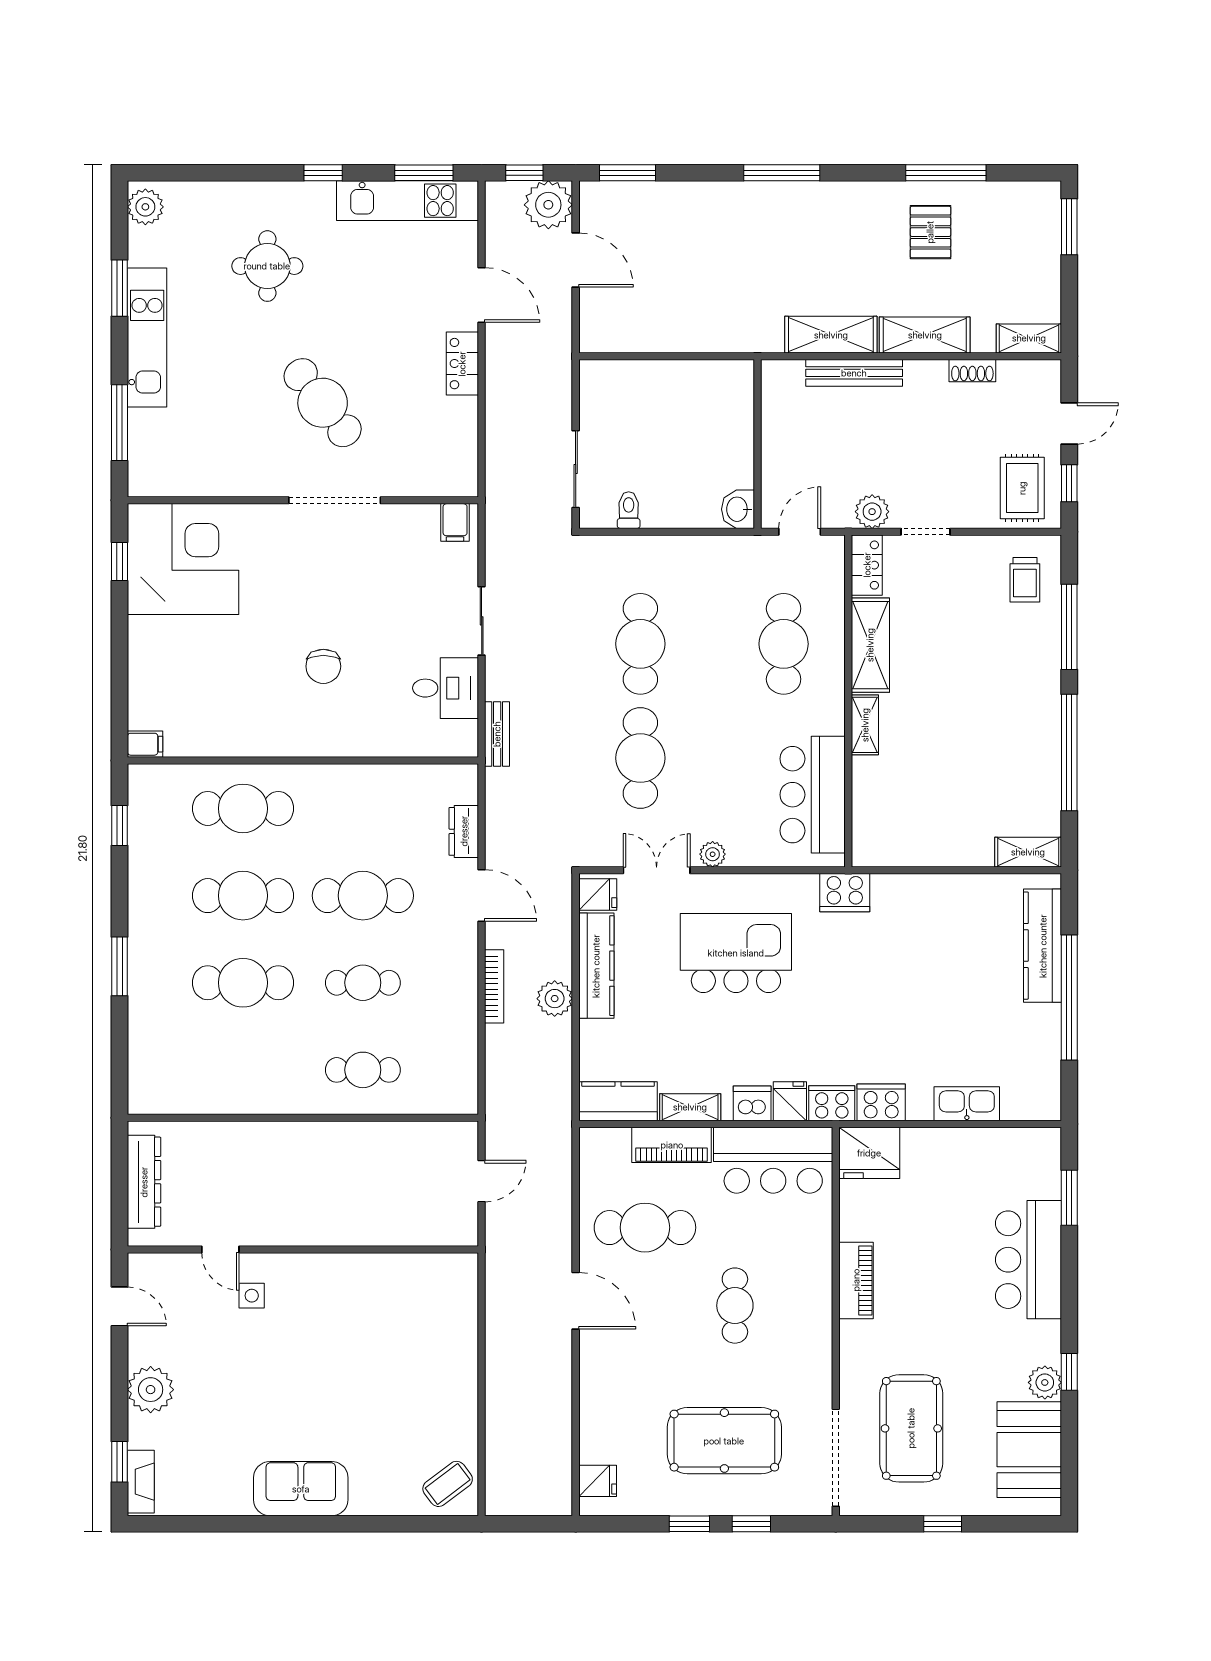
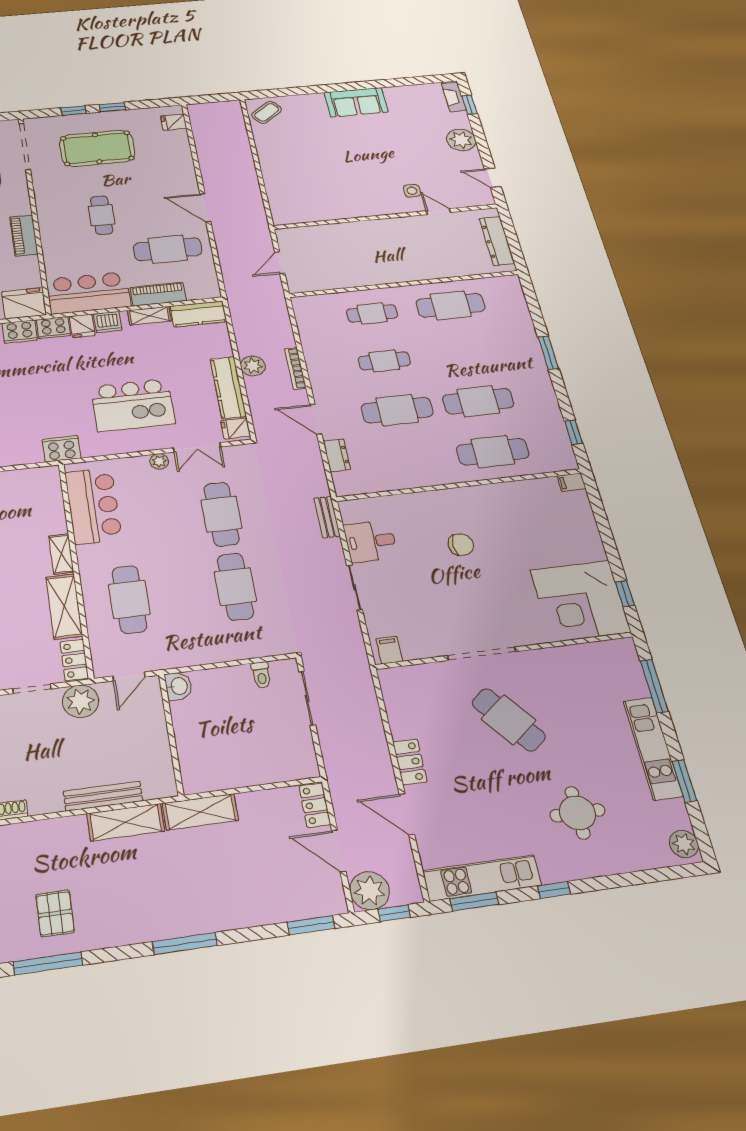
locker: (594, 323) -> (315, 805), added
shelving: (925, 335) -> (200, 812), moved
plant: (872, 512) -> (81, 701), width x1.36, depth x1.36
chair: (323, 666) -> (461, 545), turned 90
cafe table: (243, 983) -> (451, 305), moved

